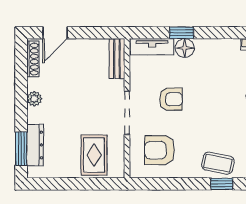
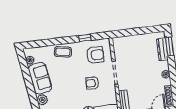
rug: (94, 155) -> (130, 48), removed
window: (222, 184) -> (85, 38), moved

